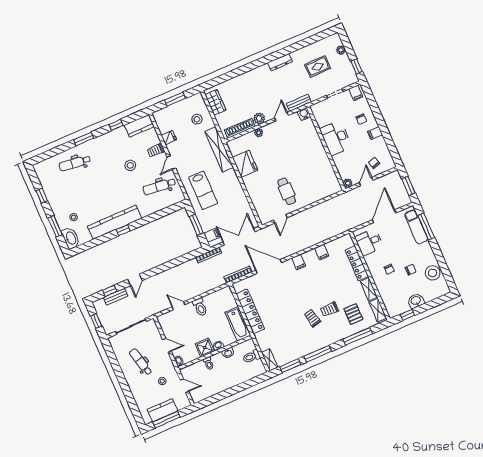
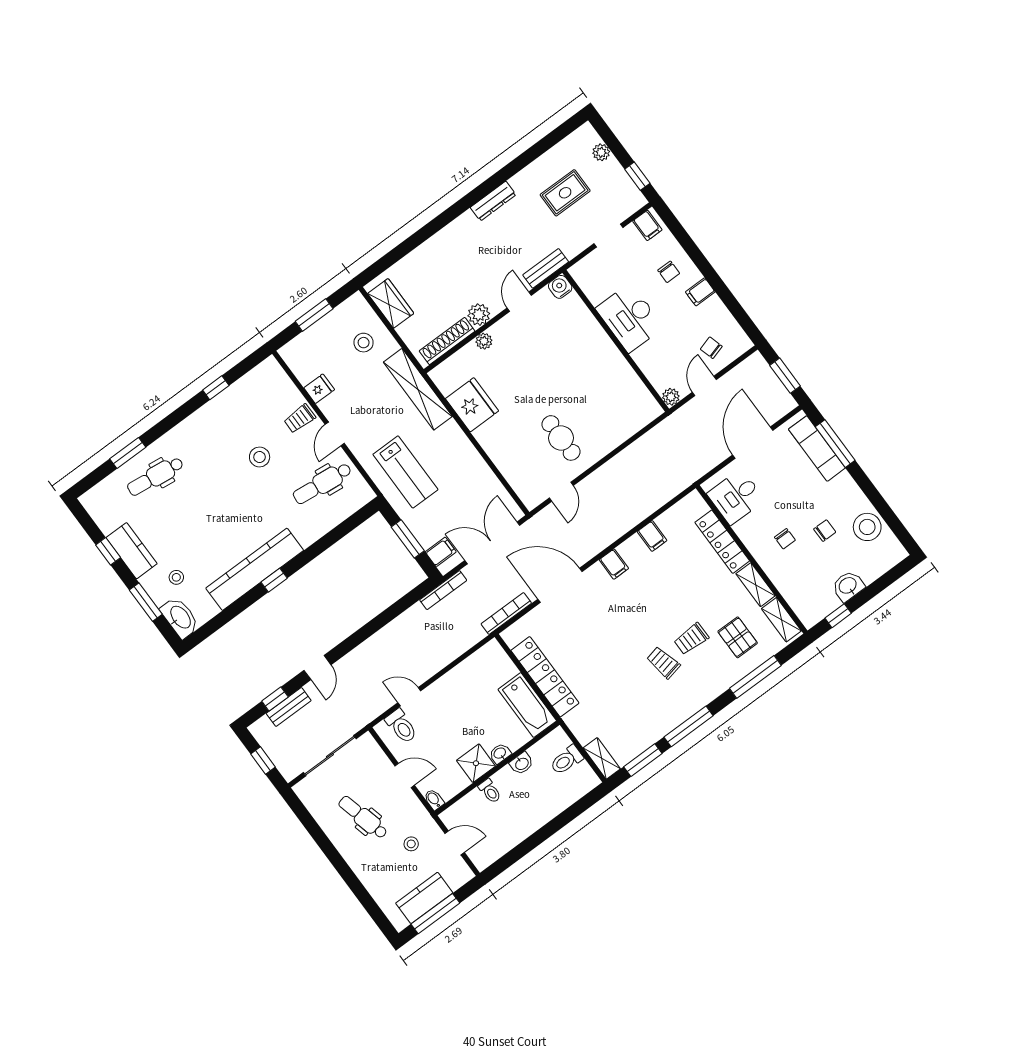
kitchen counter: (139, 126) -> (132, 551), moved, turned -90
window: (84, 139) -> (128, 453), moved
toilet: (200, 307) -> (401, 726), moved

